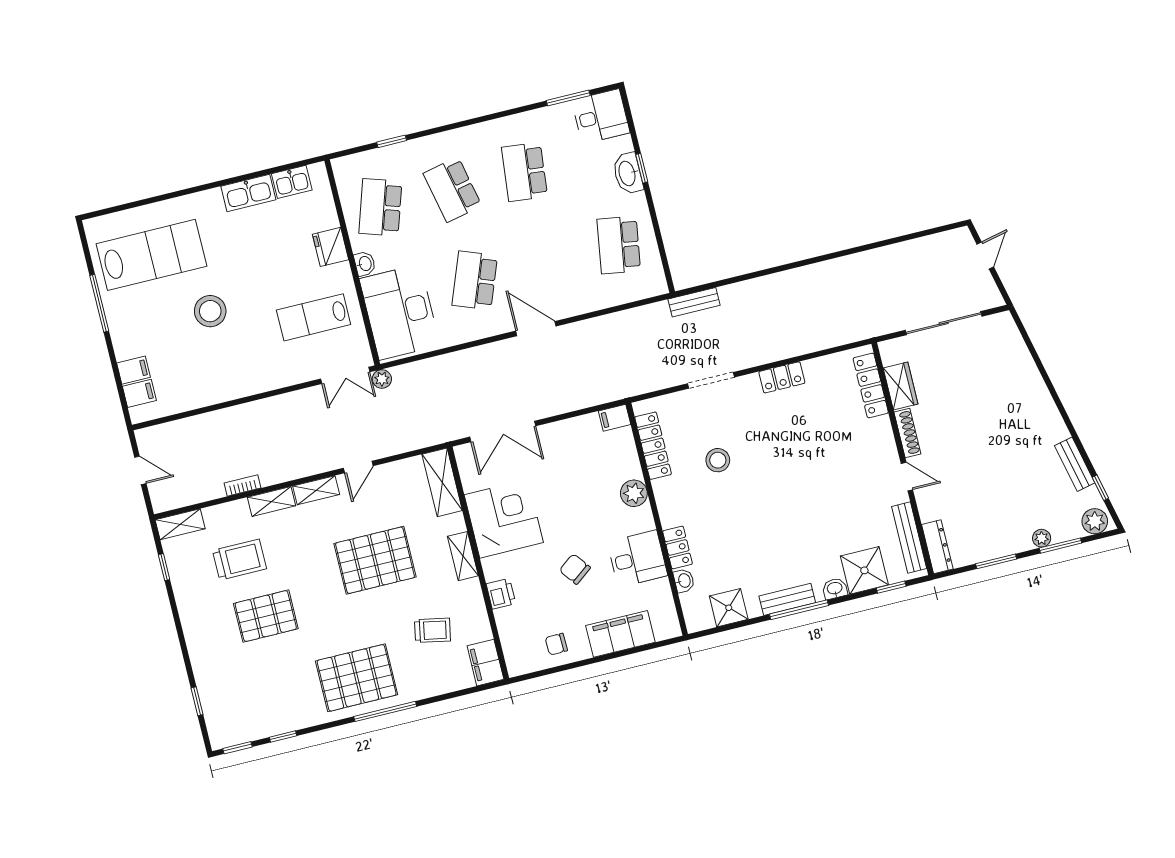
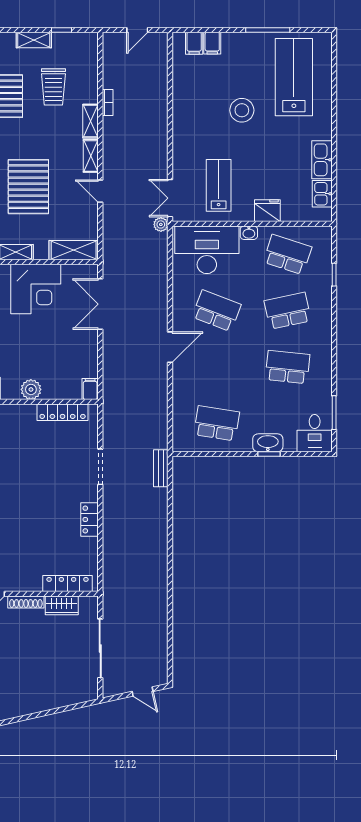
lab bench: (151, 255) -> (294, 77), turned 180
stool: (718, 460) -> (40, 457), removed
shelving: (180, 524) -> (34, 40), moved, turned 90

